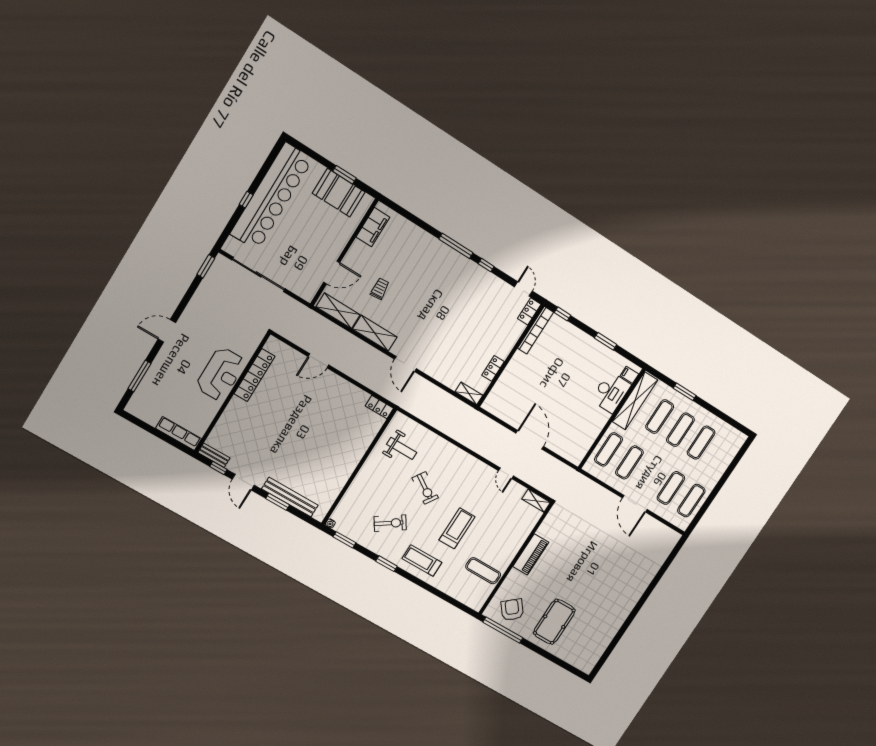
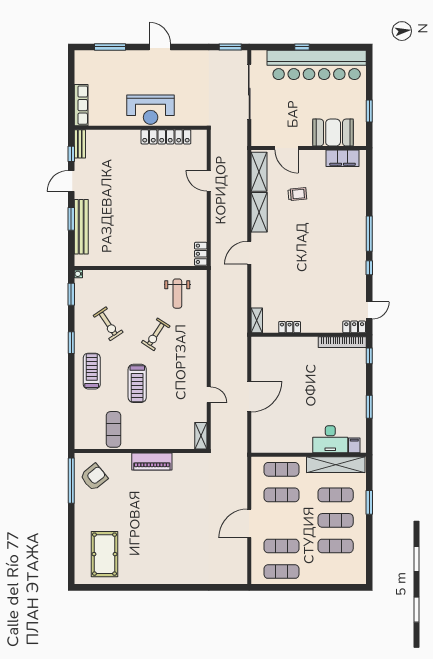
booth: (339, 193) -> (333, 133), moved, turned 90
door: (506, 473) -> (209, 395), swing flipped
treadmill: (457, 528) -> (137, 383), turned 90
pool table: (554, 622) -> (105, 554), moved, turned 90

